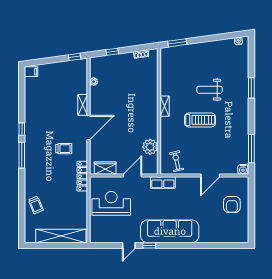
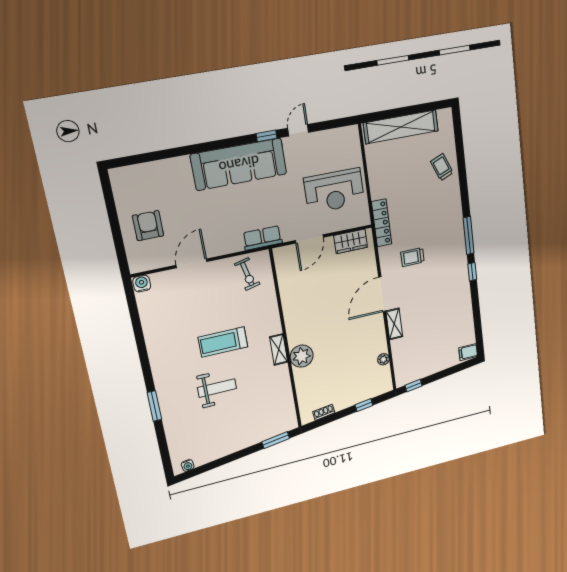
plant: (150, 147) -> (302, 356), moved
window: (251, 149) -> (135, 318), removed

